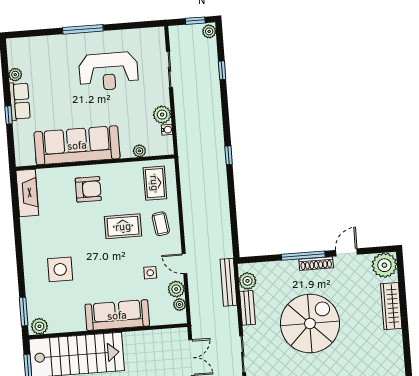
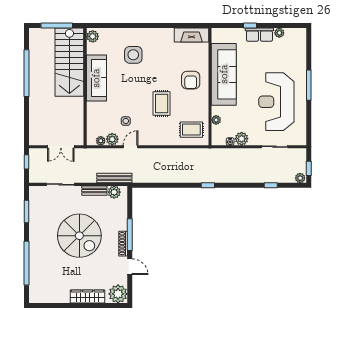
reception desk: (109, 71) -> (276, 102), width x1.36, depth x1.30
coffee table: (161, 224) -> (161, 132), removed
window: (24, 312) -> (104, 26), removed
sofa: (117, 315) -> (96, 78), moved

